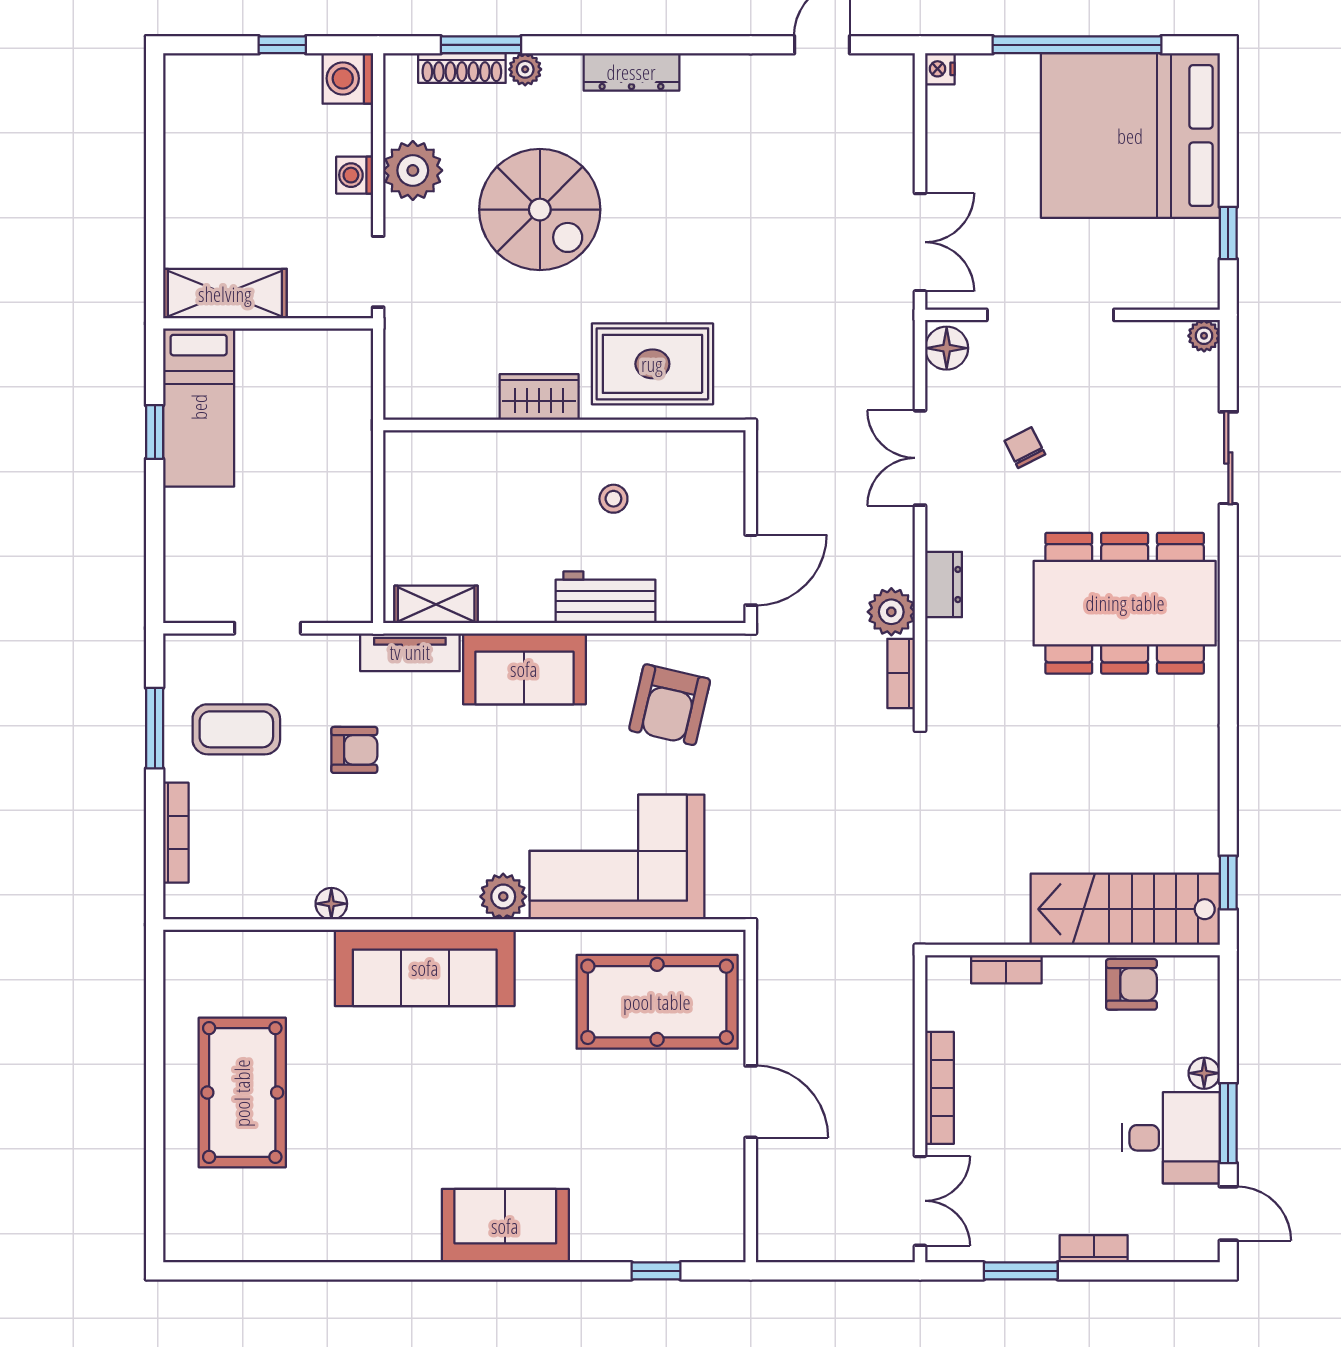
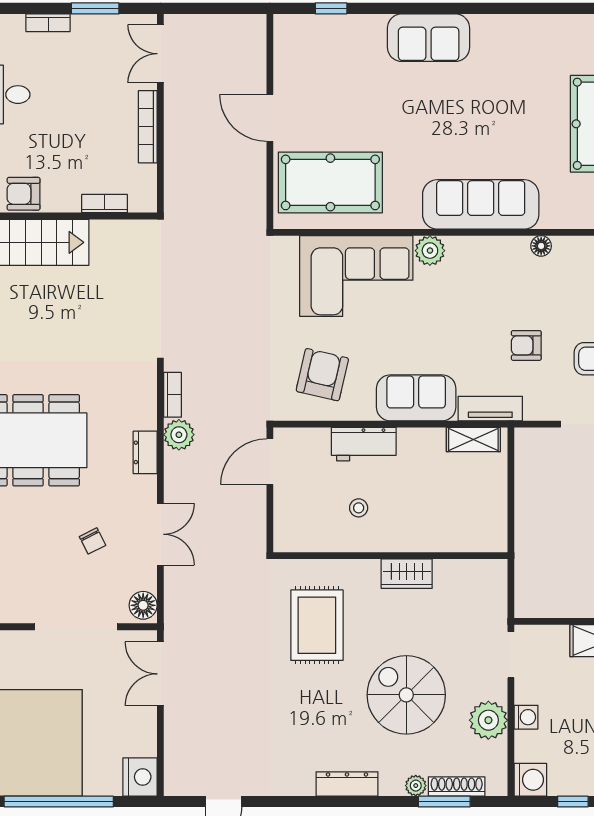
nightstand: (940, 69) -> (140, 777), width x1.89, depth x1.79
rug: (652, 364) -> (317, 625), moved, turned 90

